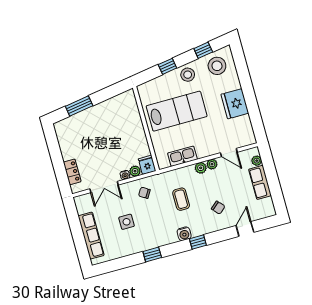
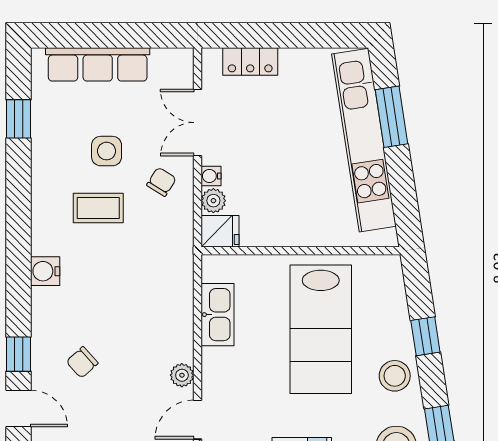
kitchen unit: (92, 115) -> (364, 140), added
plant: (201, 168) -> (181, 348), removed
chair: (144, 193) -> (161, 182), moved
coffee table: (181, 199) -> (98, 208), moved
window: (198, 242) -> (19, 354), moved
window: (152, 255) -> (19, 119), moved

